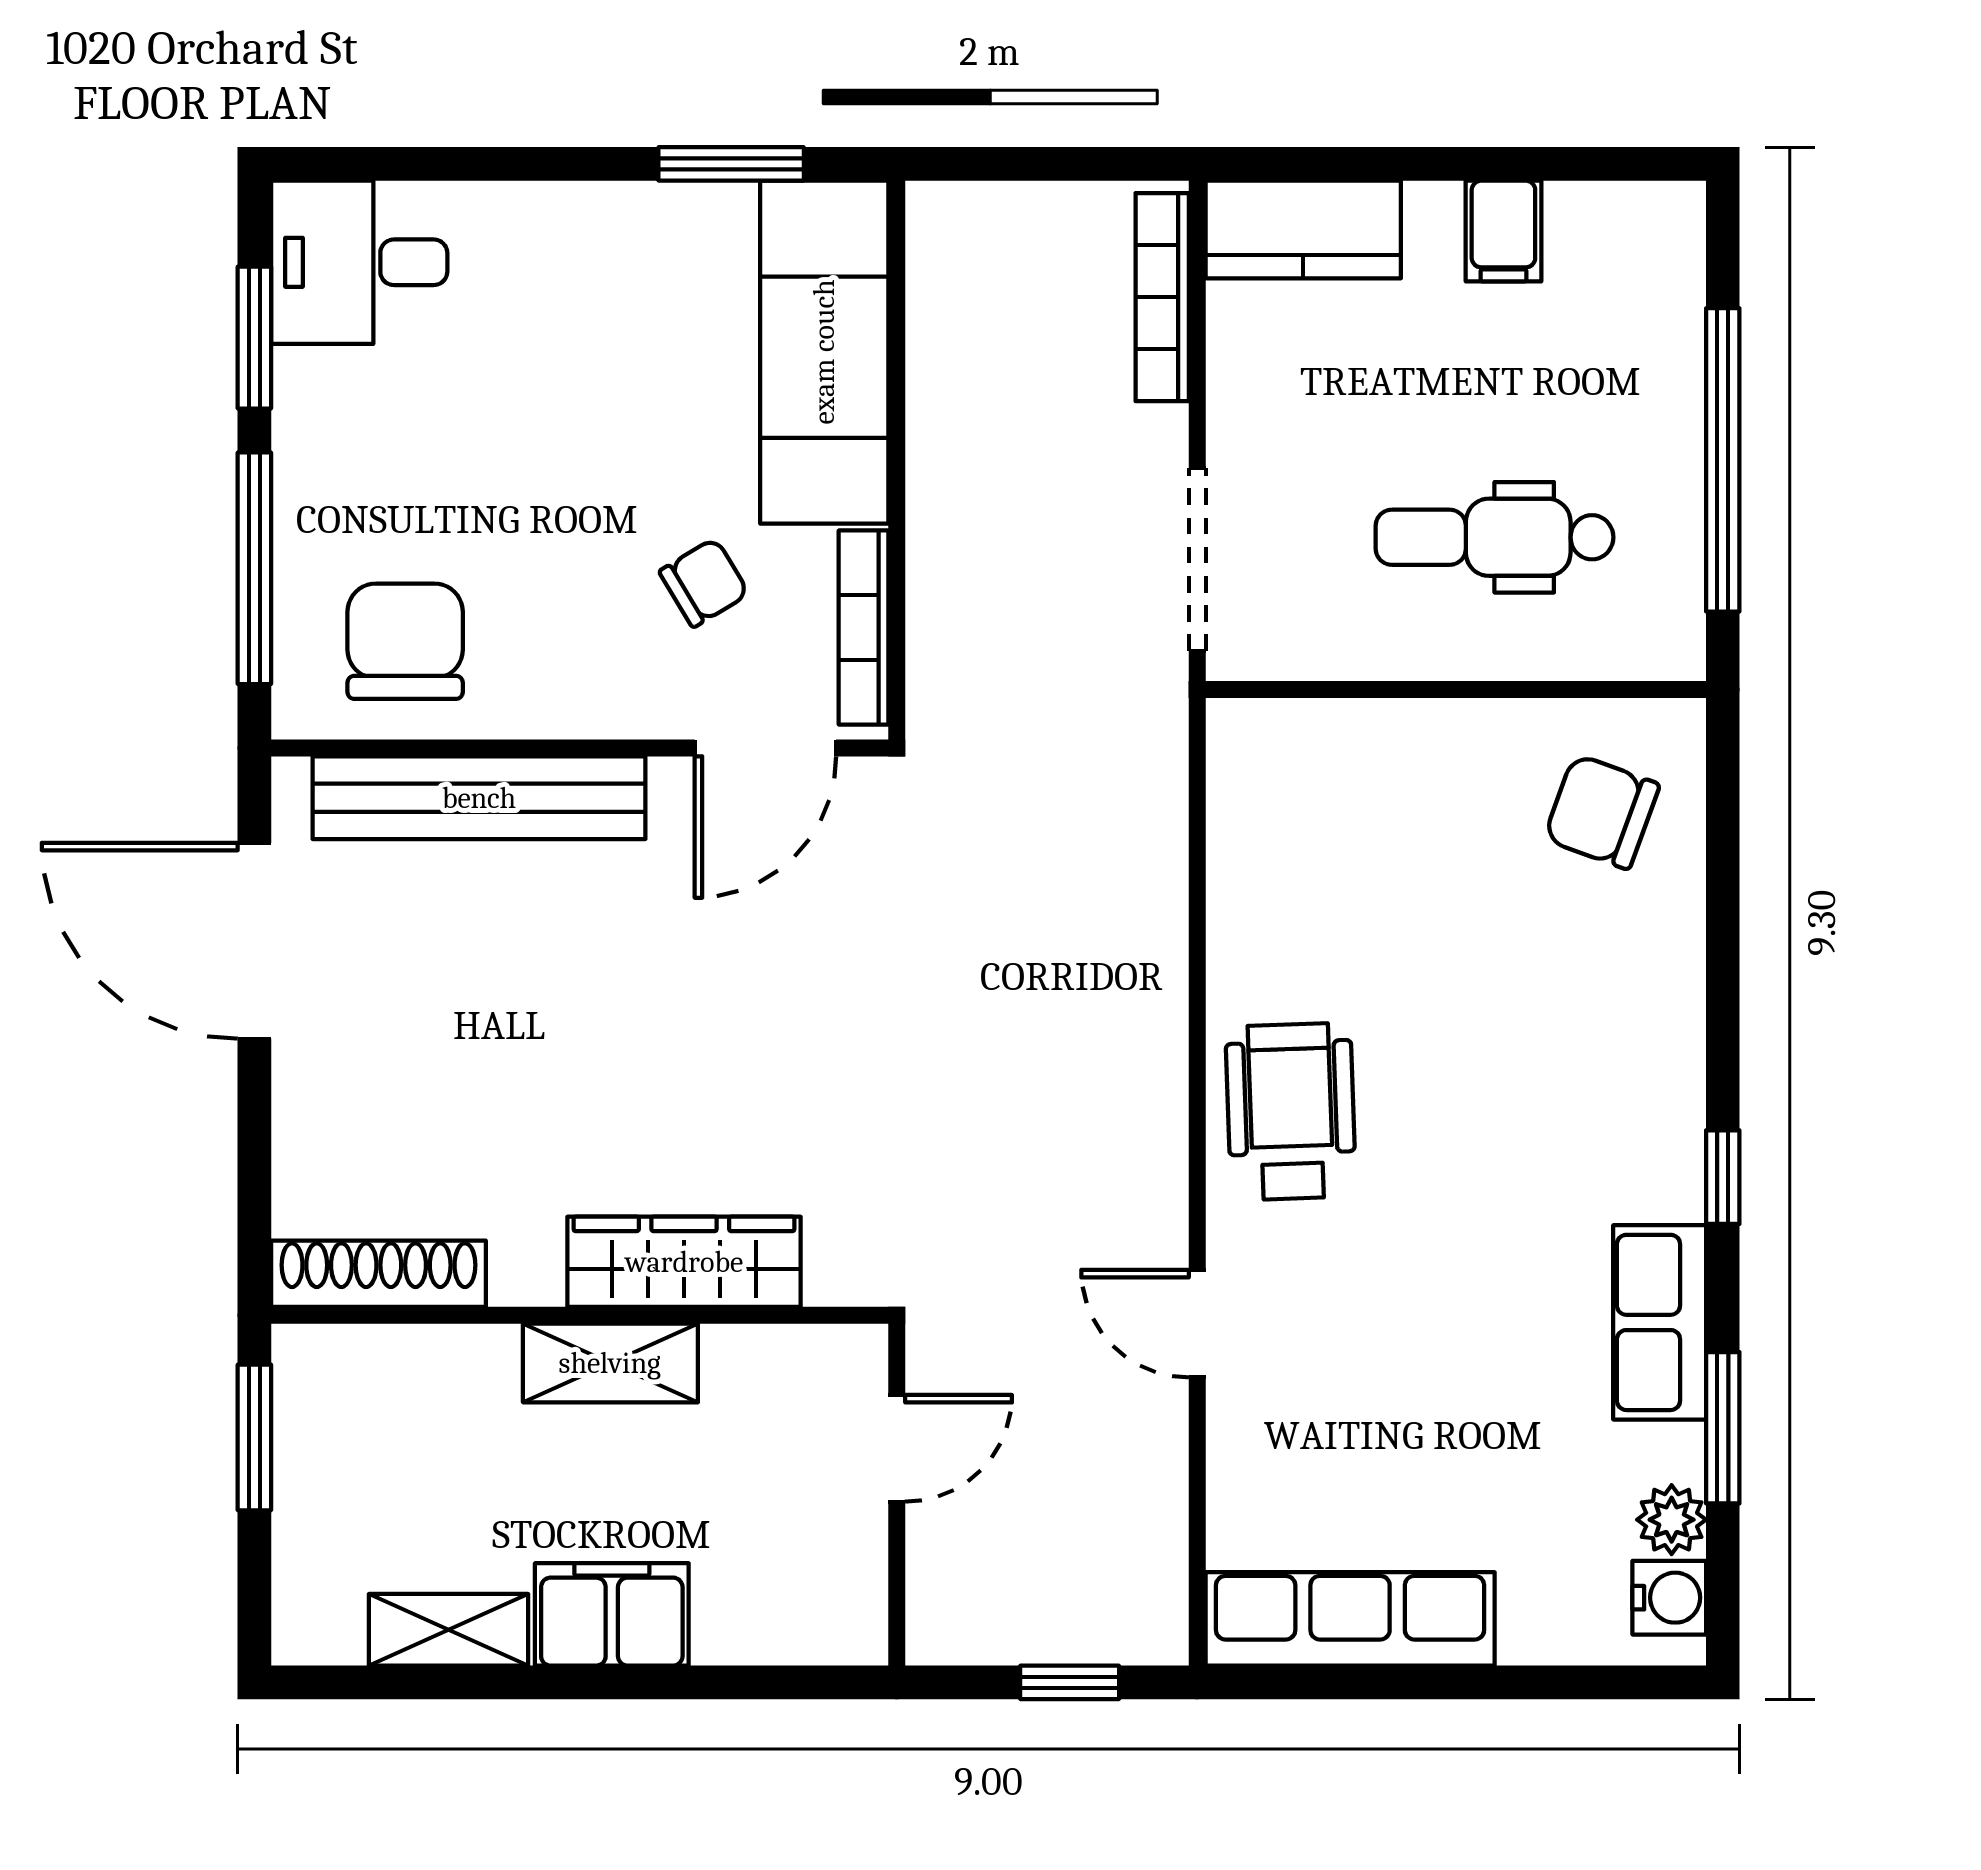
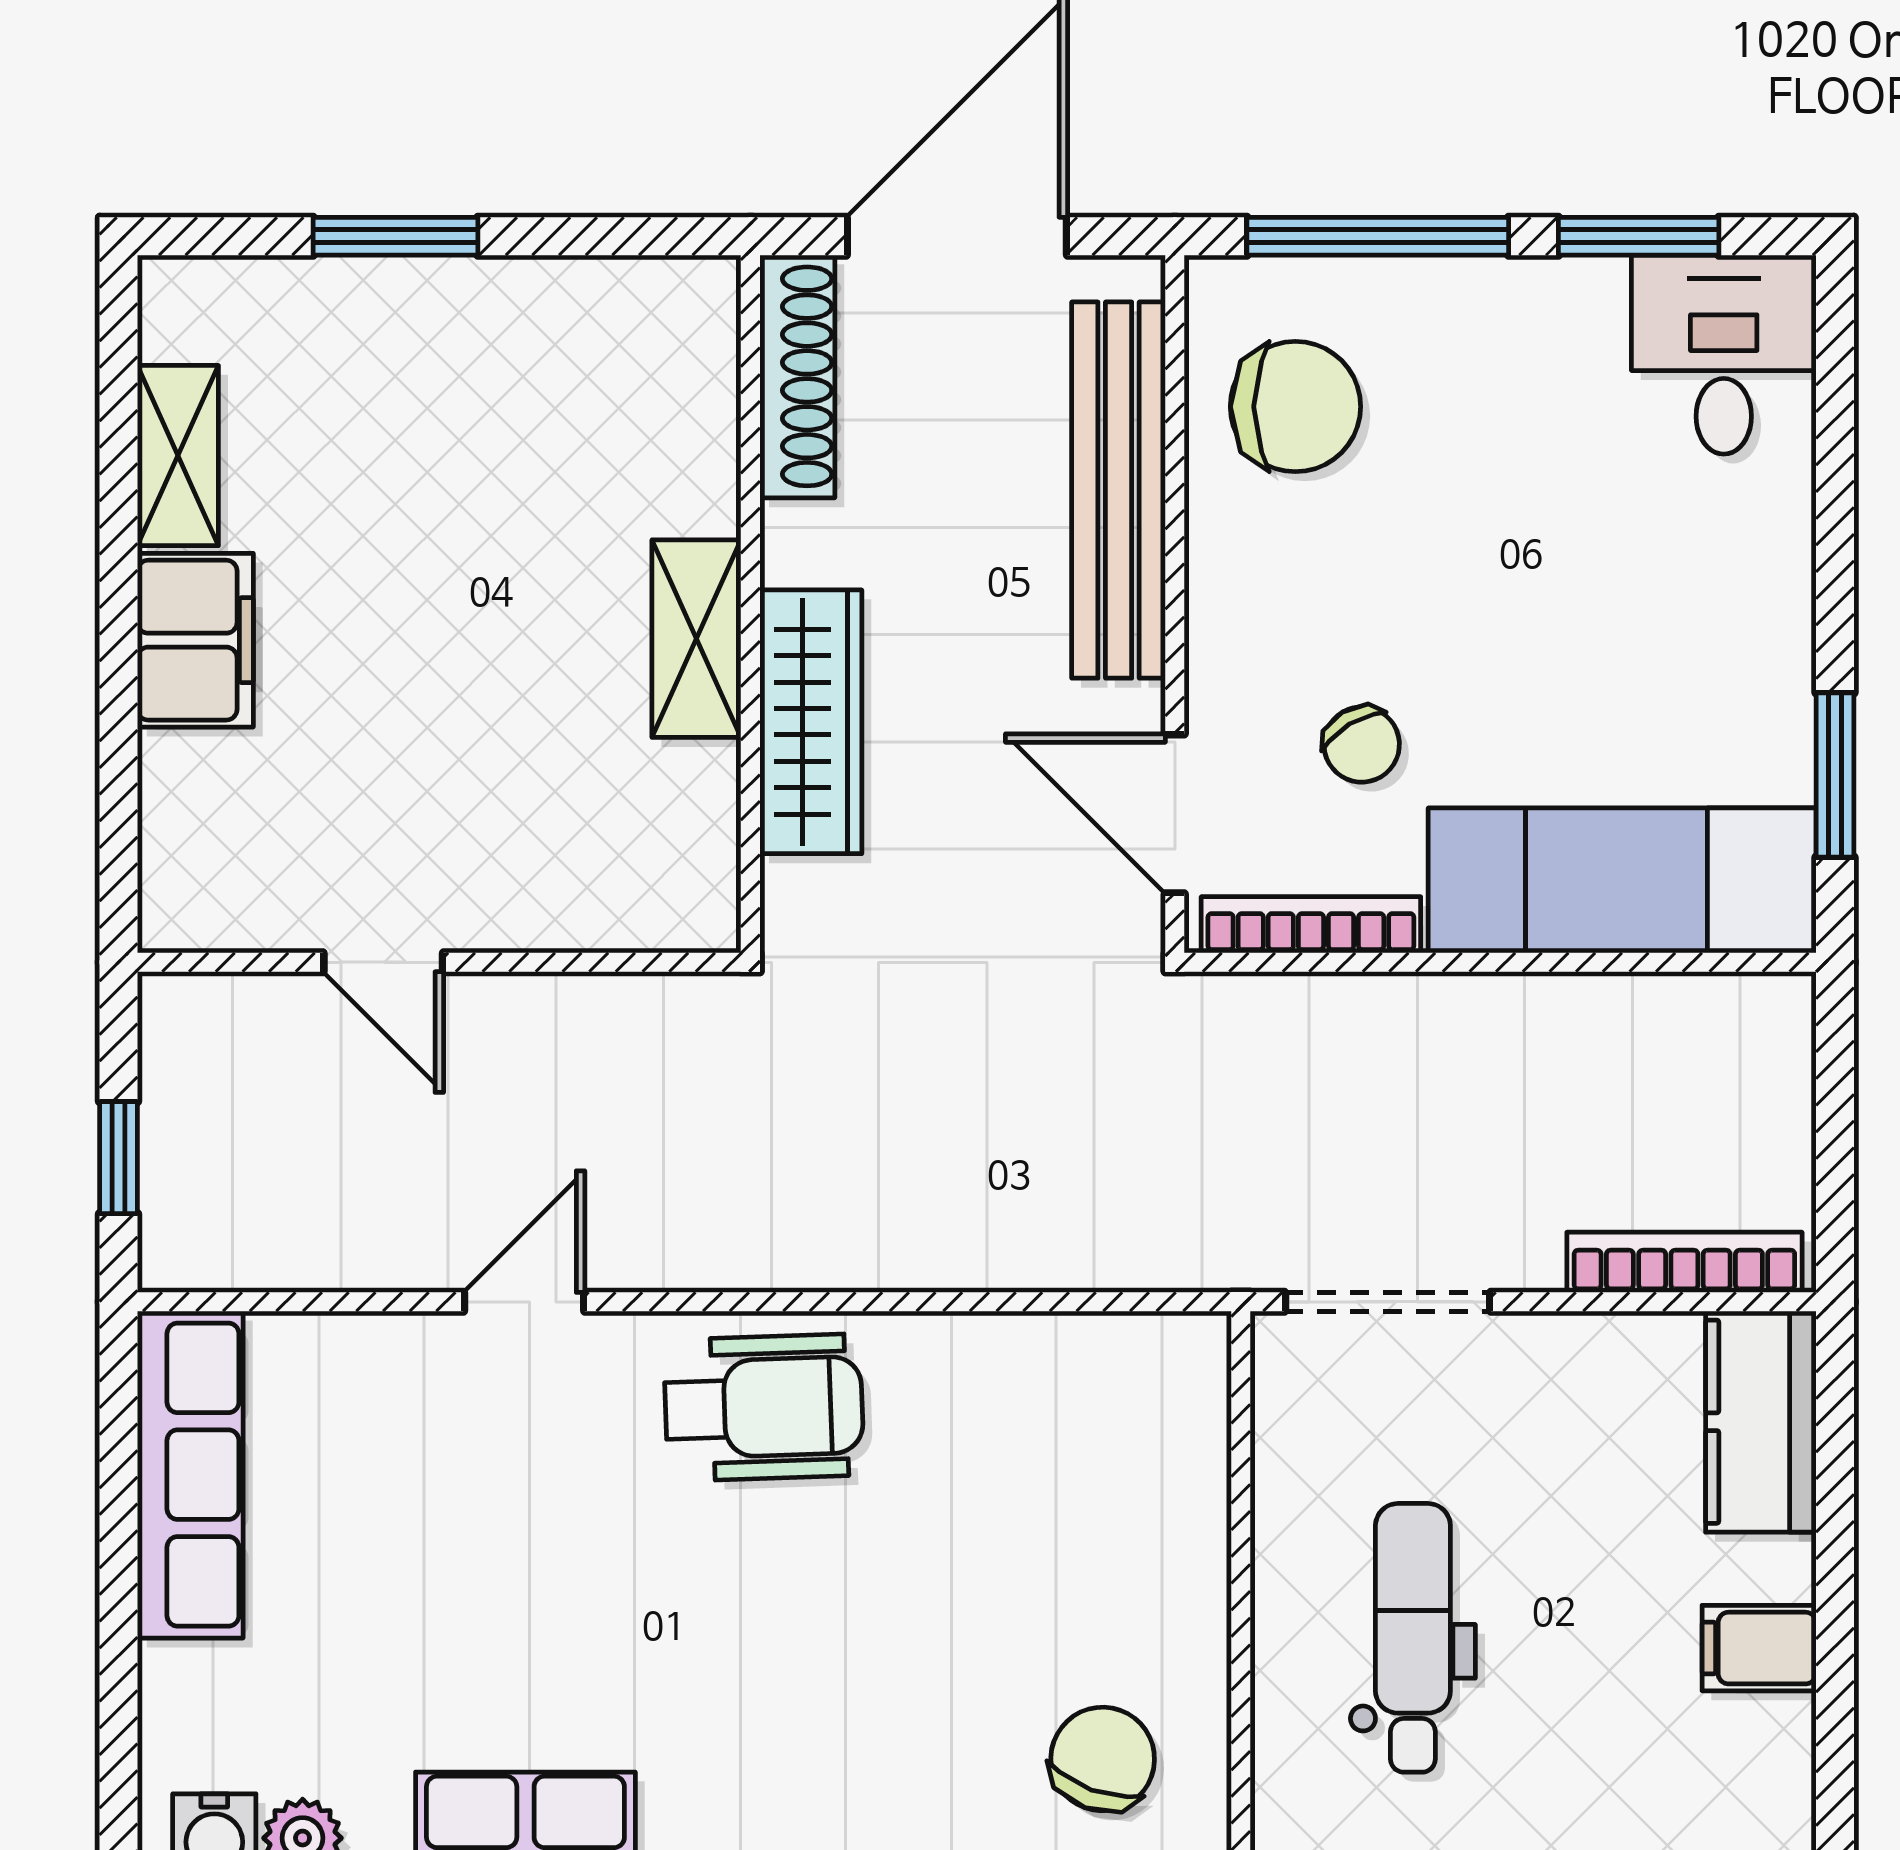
wardrobe: (684, 1262) -> (811, 722), moved
shoe rack: (378, 1274) -> (797, 376), moved
wall: (580, 1315) -> (750, 604), moved
shelving: (610, 1363) -> (696, 639), moved

